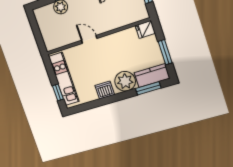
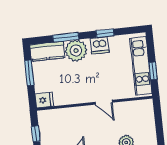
window: (148, 88) -> (66, 37), moved
window: (58, 92) -> (153, 71), moved
window: (102, 102) -> (105, 33), added

